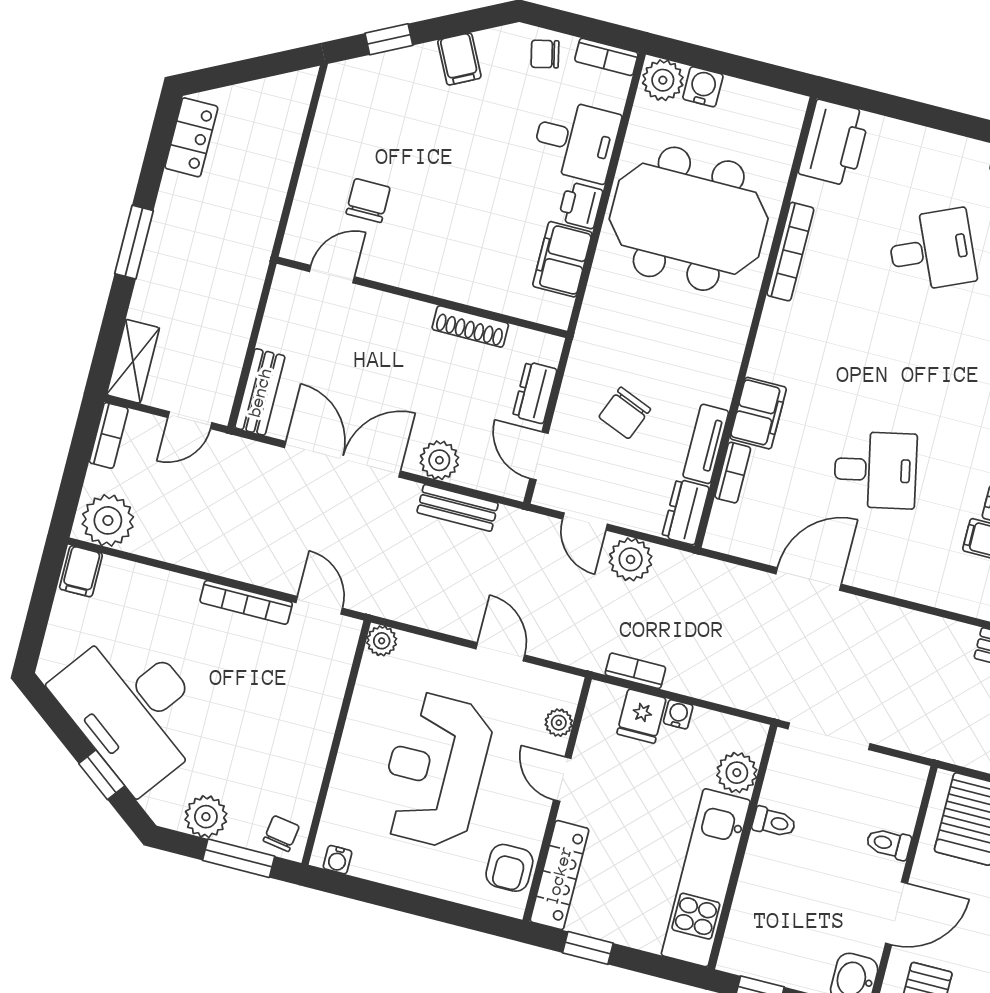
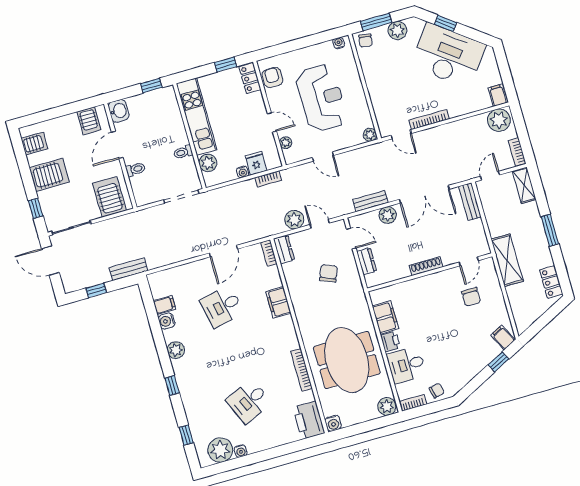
filing cabinet: (459, 59) -> (503, 337), moved
water cooler: (703, 87) -> (333, 423), moved
meeting table: (689, 219) -> (347, 360), turned 90
shelving: (254, 232) -> (507, 260), added
shoe rack: (470, 326) -> (426, 266), moved
tv unit: (706, 444) -> (291, 279), removed
bookcase: (733, 473) -> (269, 253), moved
locker: (559, 875) -> (250, 78), width x0.66

